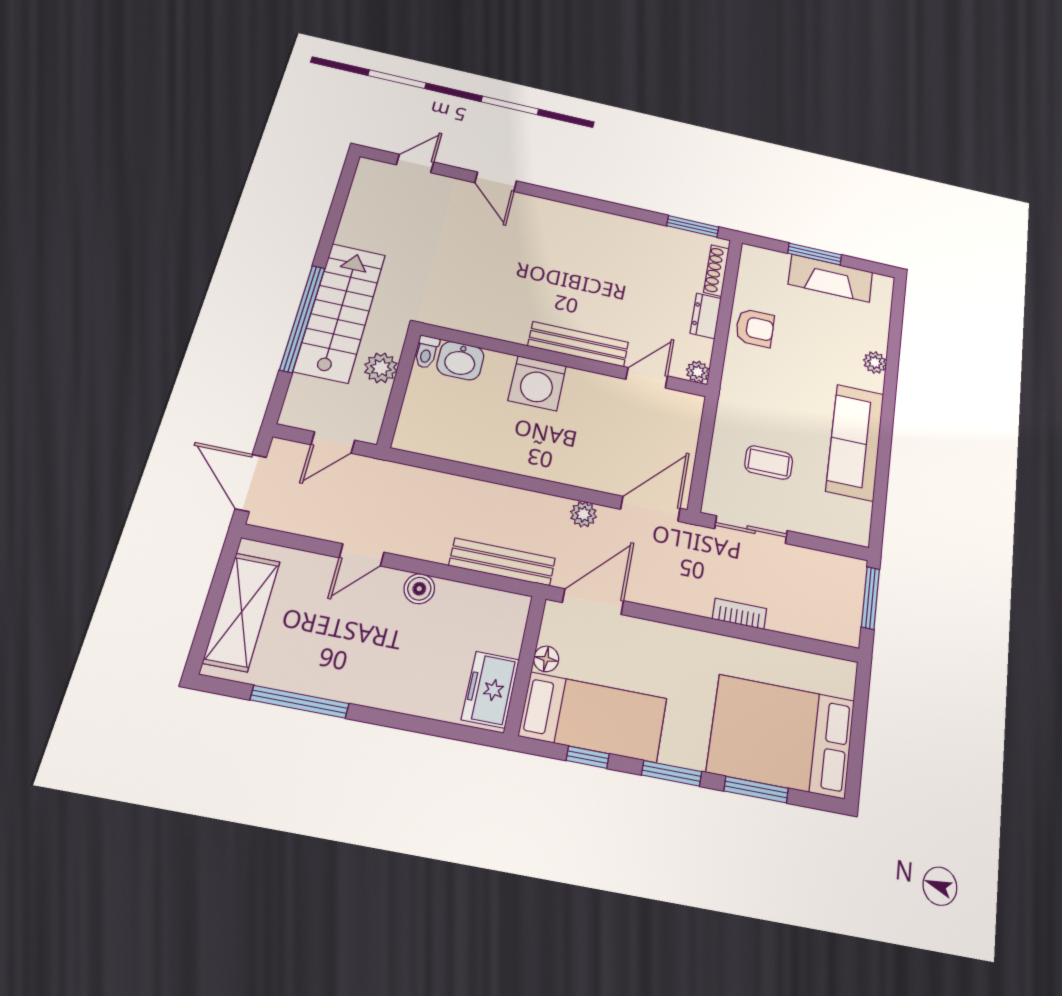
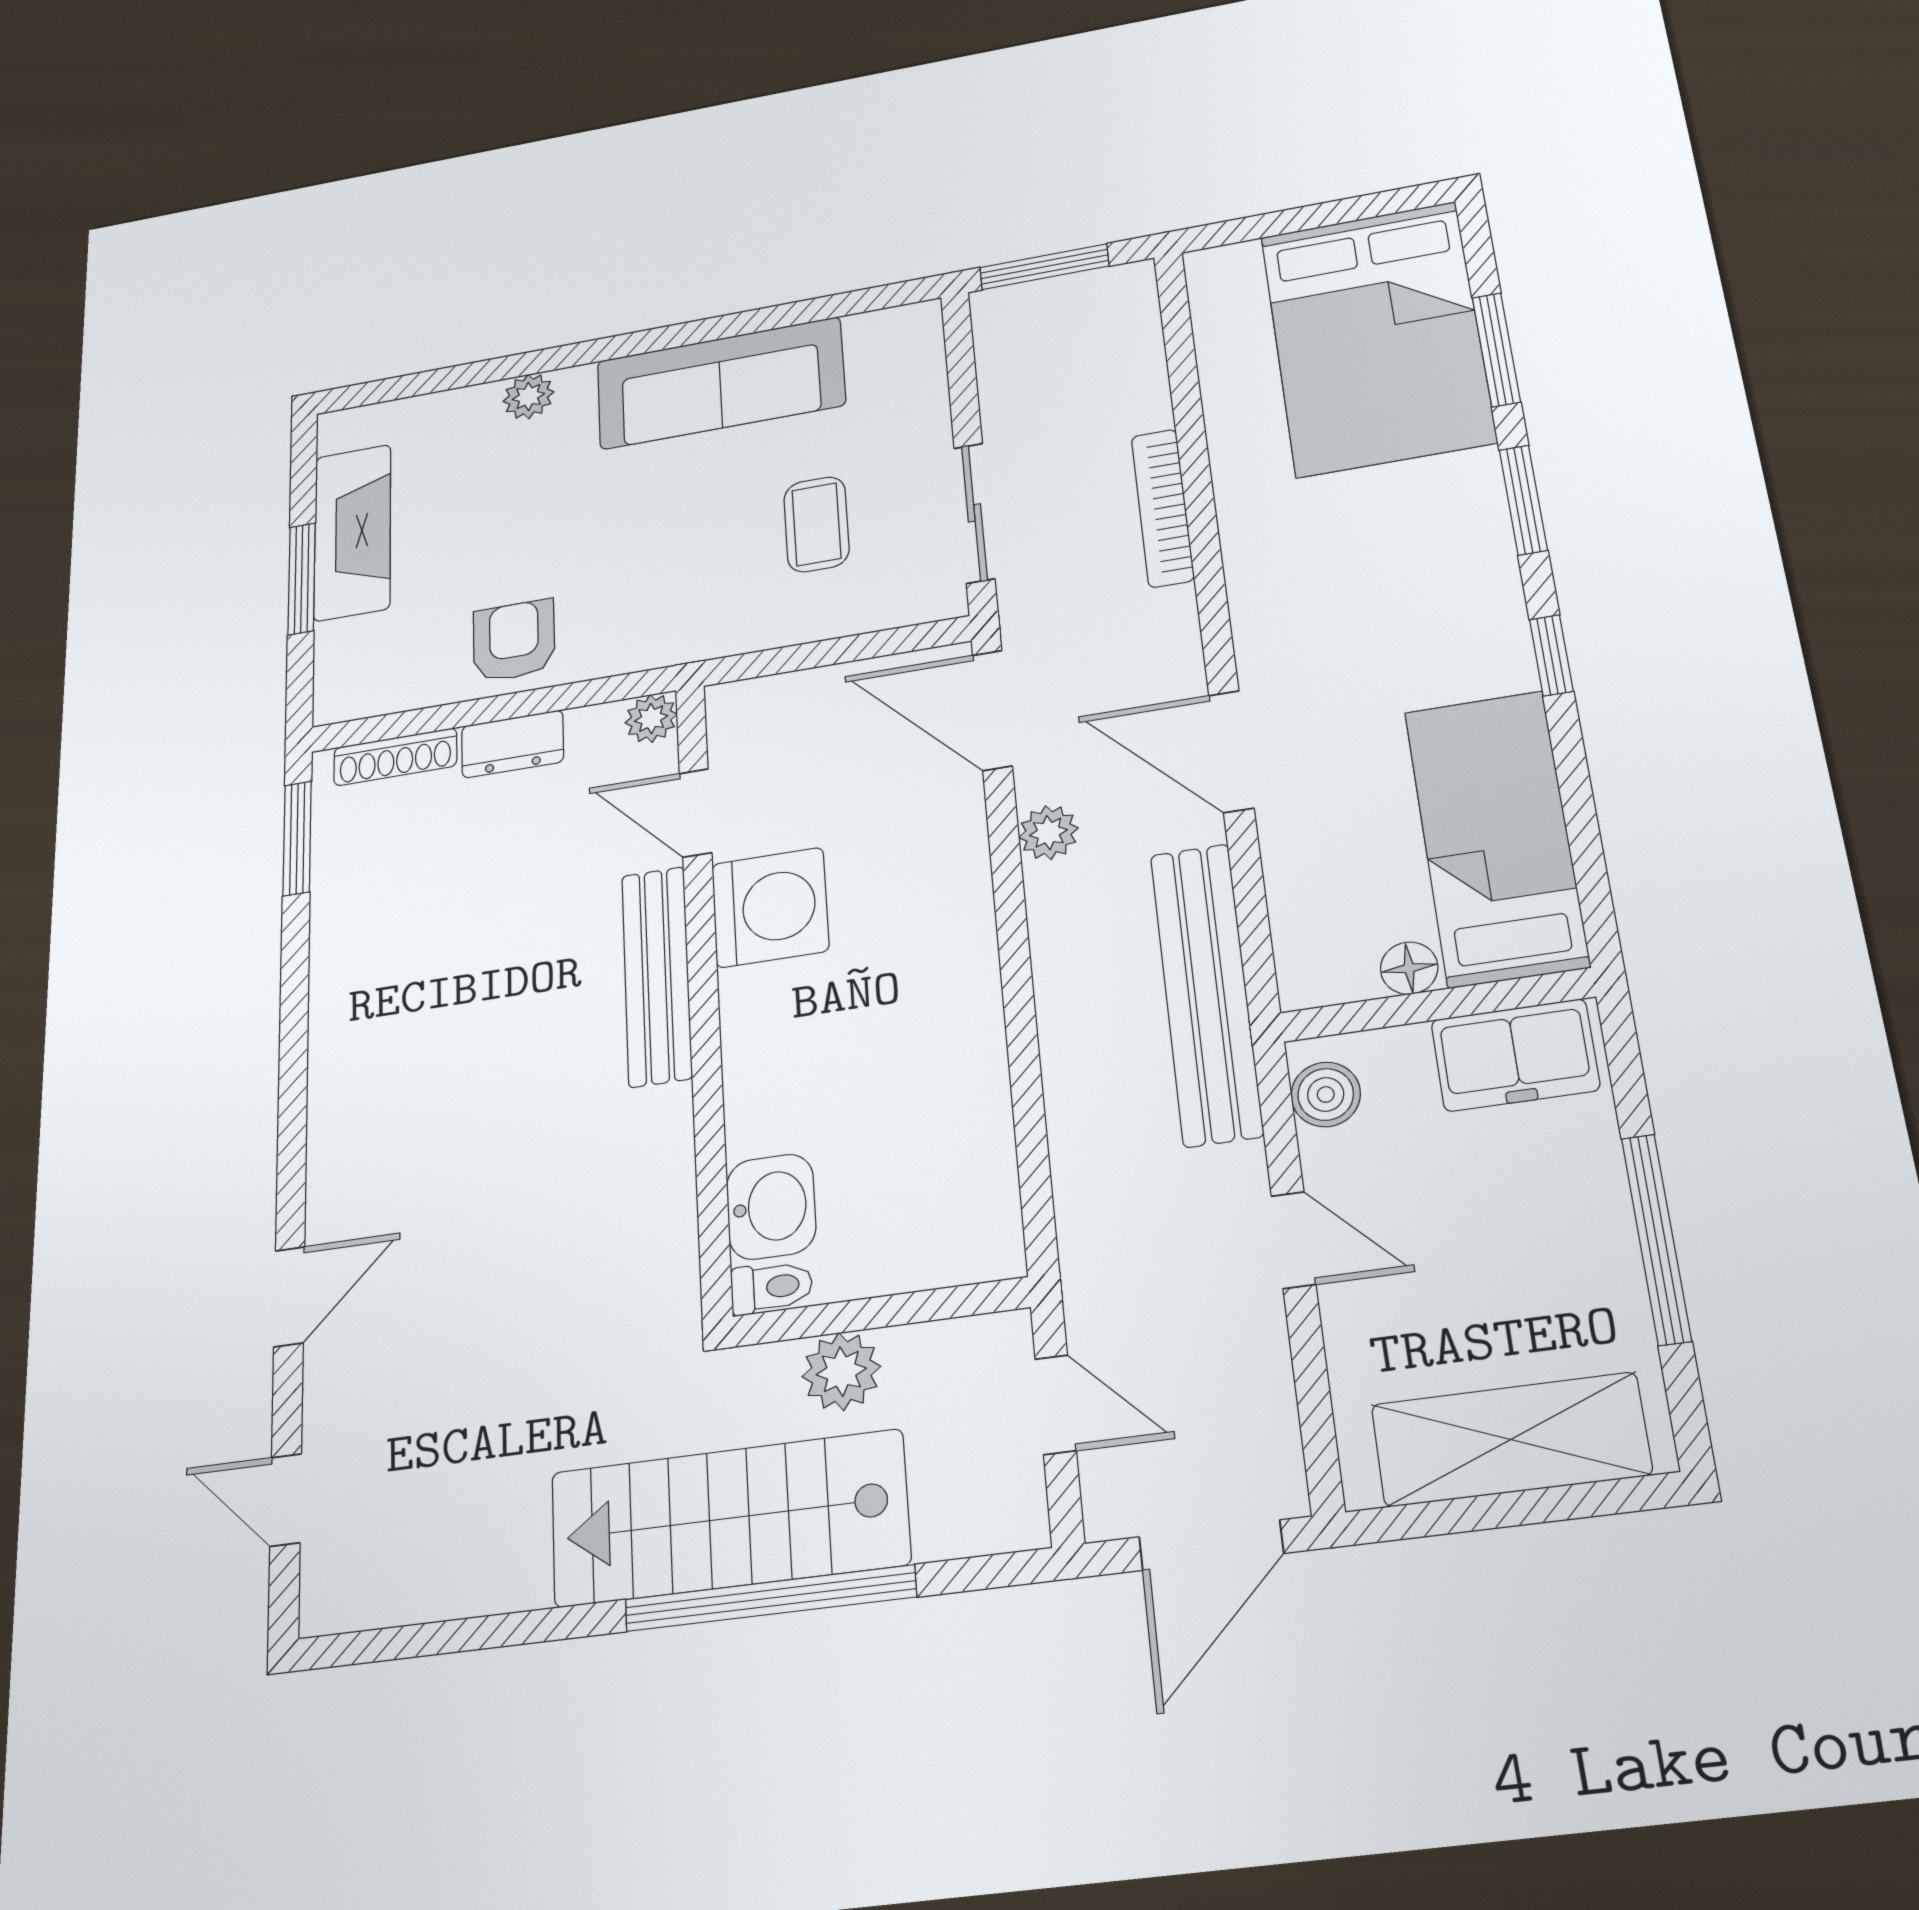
washing machine: (537, 383) -> (770, 907), moved
bench: (502, 562) -> (1206, 993), width x1.37, depth x1.21
bookcase: (739, 614) -> (1163, 508), width x1.56
floor lamp: (546, 659) -> (1409, 968), moved
wall: (525, 665) -> (1437, 1005), moved
freezer: (490, 689) -> (1515, 1055), moved
bed: (593, 717) -> (1496, 837), moved

